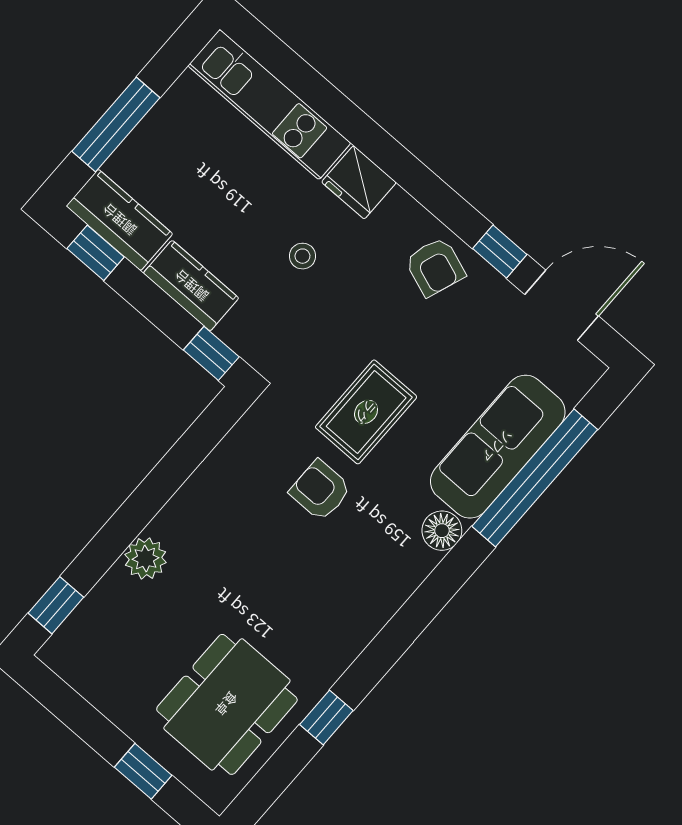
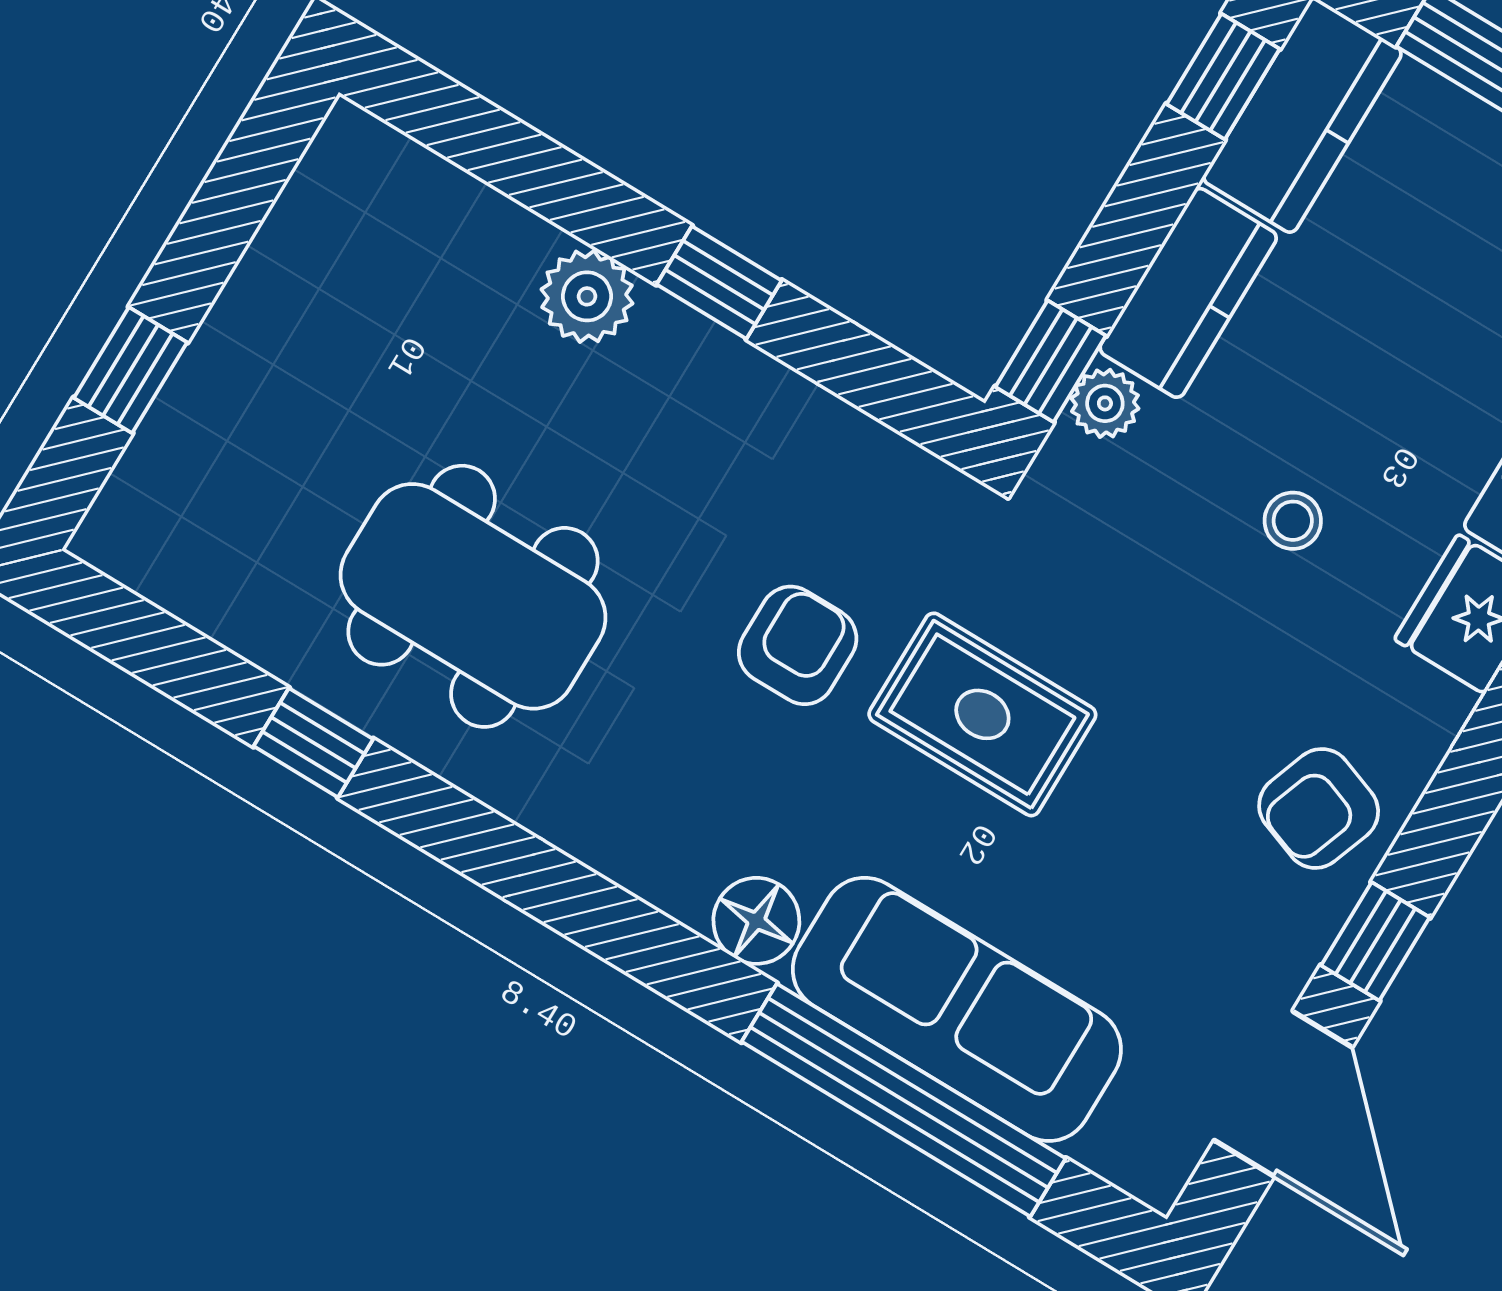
plant: (235, 332) -> (1105, 403), added
window: (56, 605) -> (719, 282), moved
dining table: (227, 704) -> (473, 596), moved

